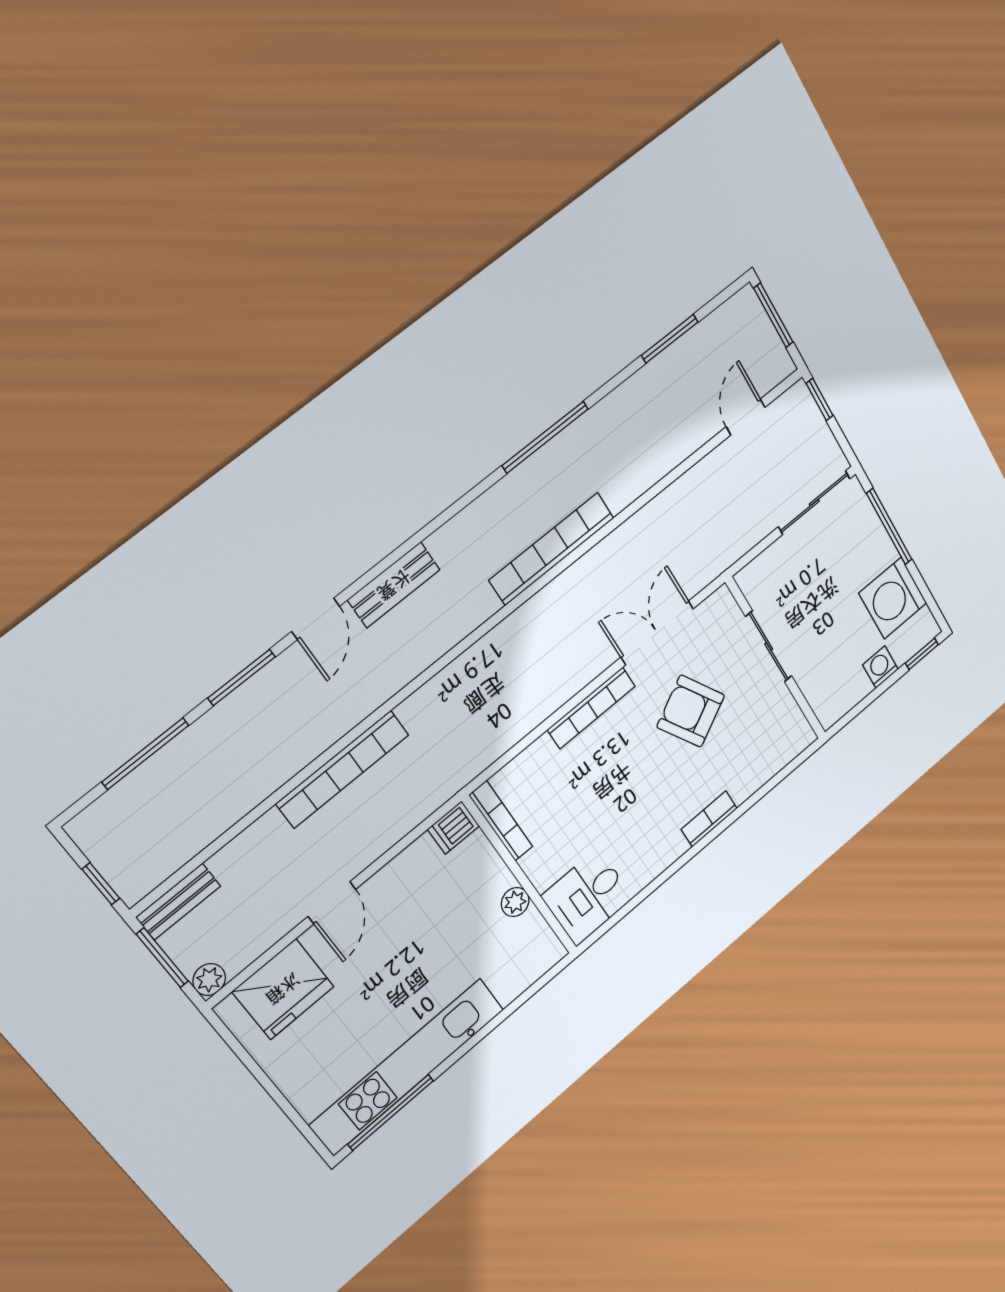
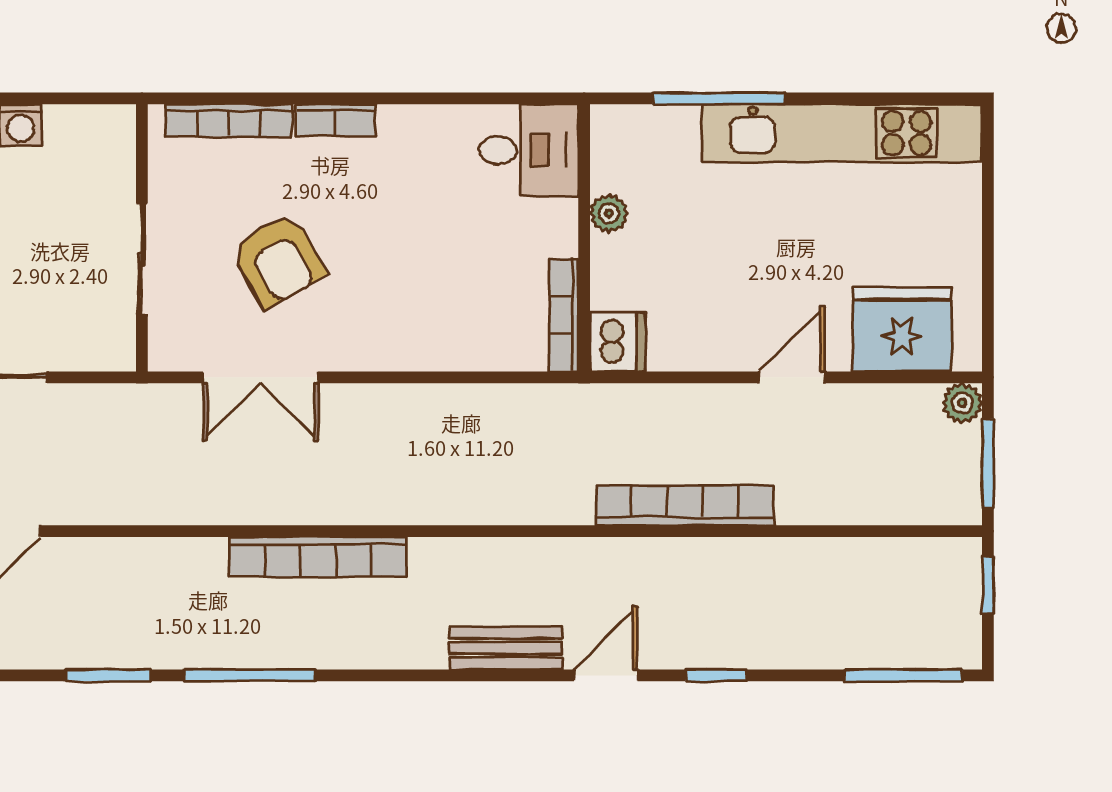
window: (670, 339) -> (108, 675), moved
window: (242, 677) -> (716, 675), width x0.67
bookcase: (591, 708) -> (229, 120), moved, turned 180
window: (145, 754) -> (903, 675), moved
dishwasher: (453, 828) -> (617, 342), width x1.38
bench: (178, 902) -> (933, 506), removed
window: (391, 1112) -> (719, 98), moved

